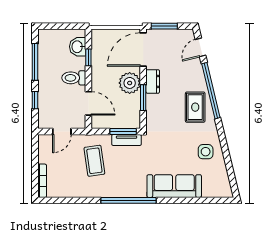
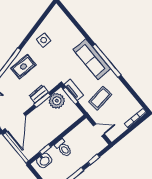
door: (143, 49) -> (15, 122), hinge flipped
dresser: (153, 81) -> (39, 94), moved
plant: (130, 83) -> (57, 101), moved
door: (88, 103) -> (71, 128), removed
sofa: (174, 186) -> (92, 59), moved

